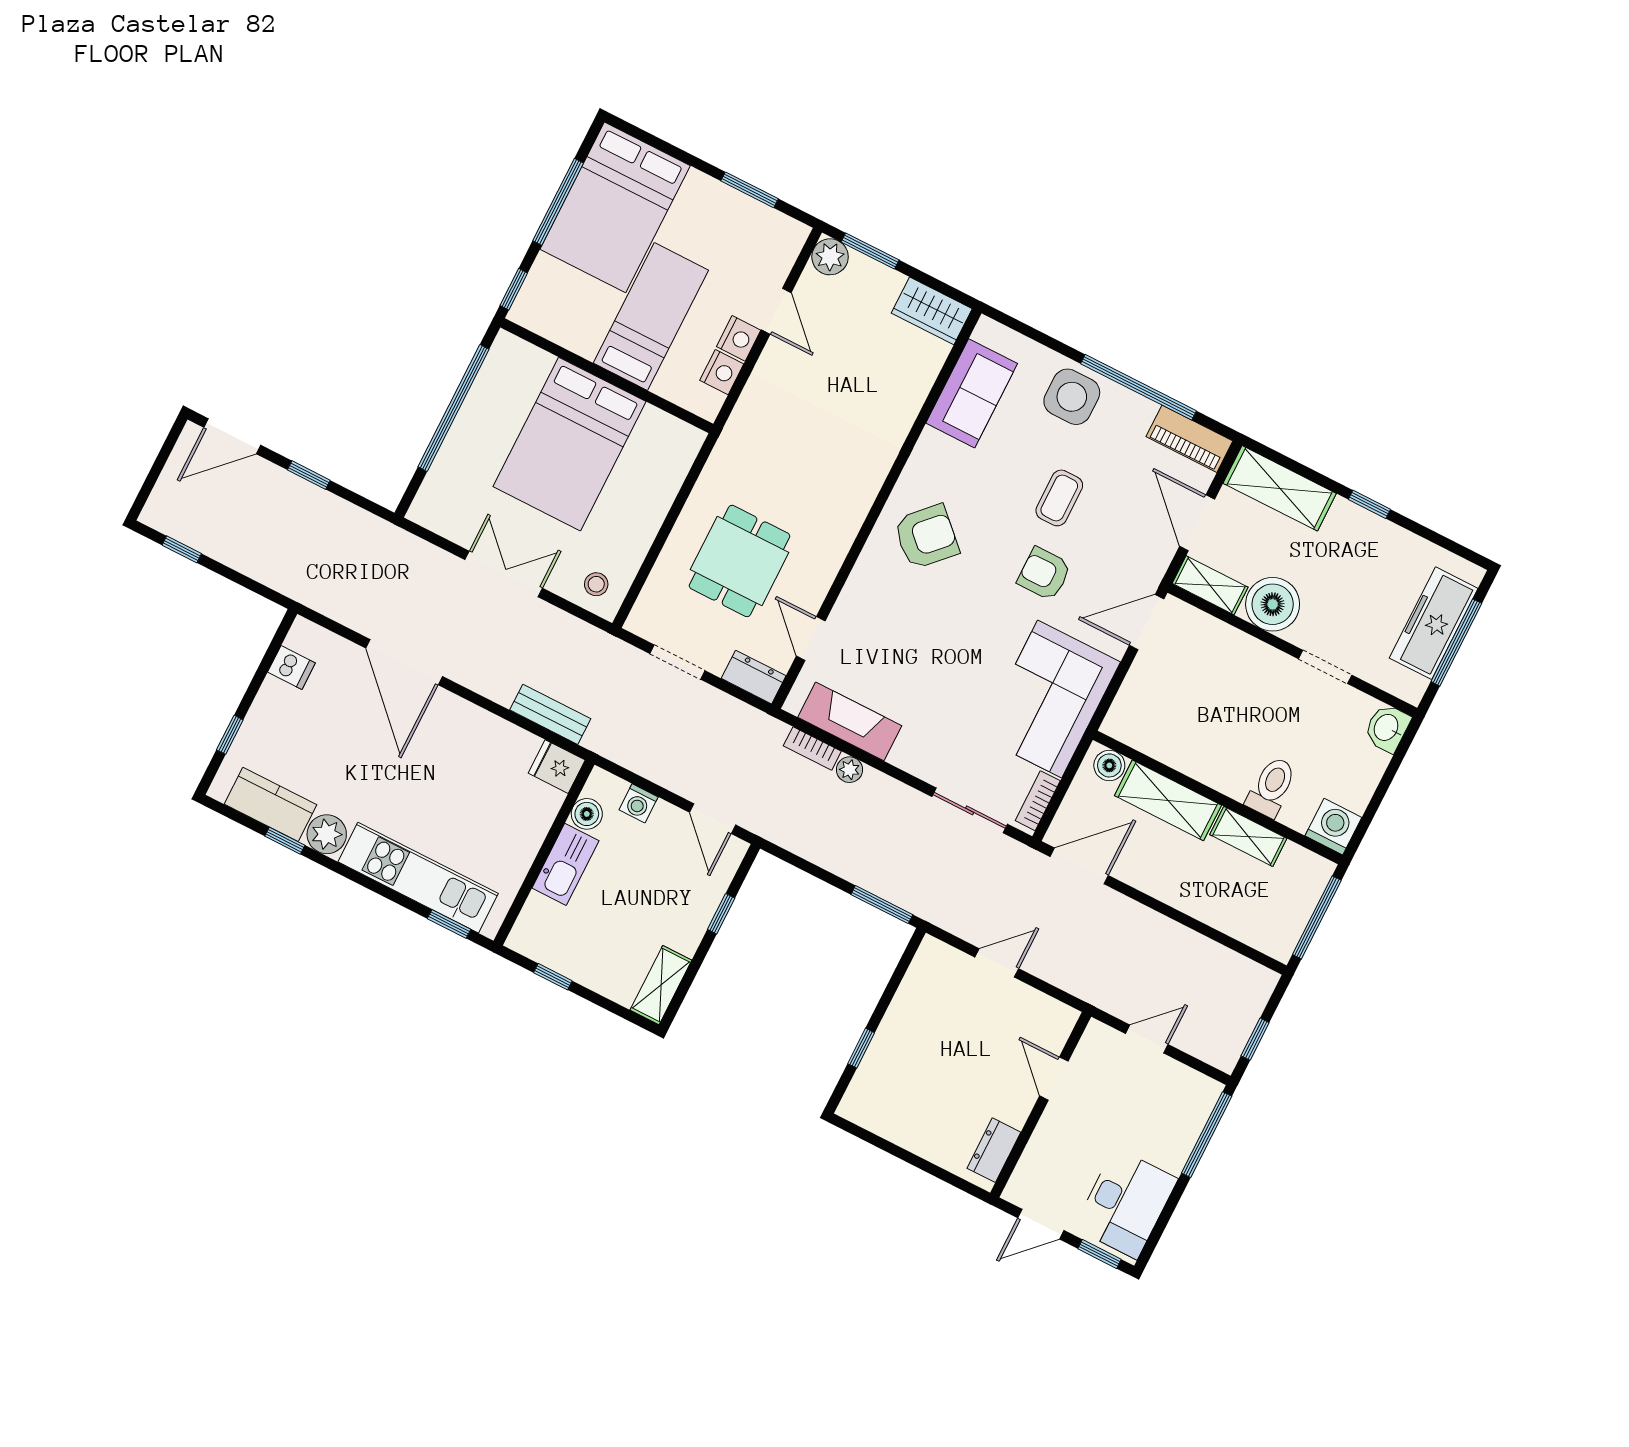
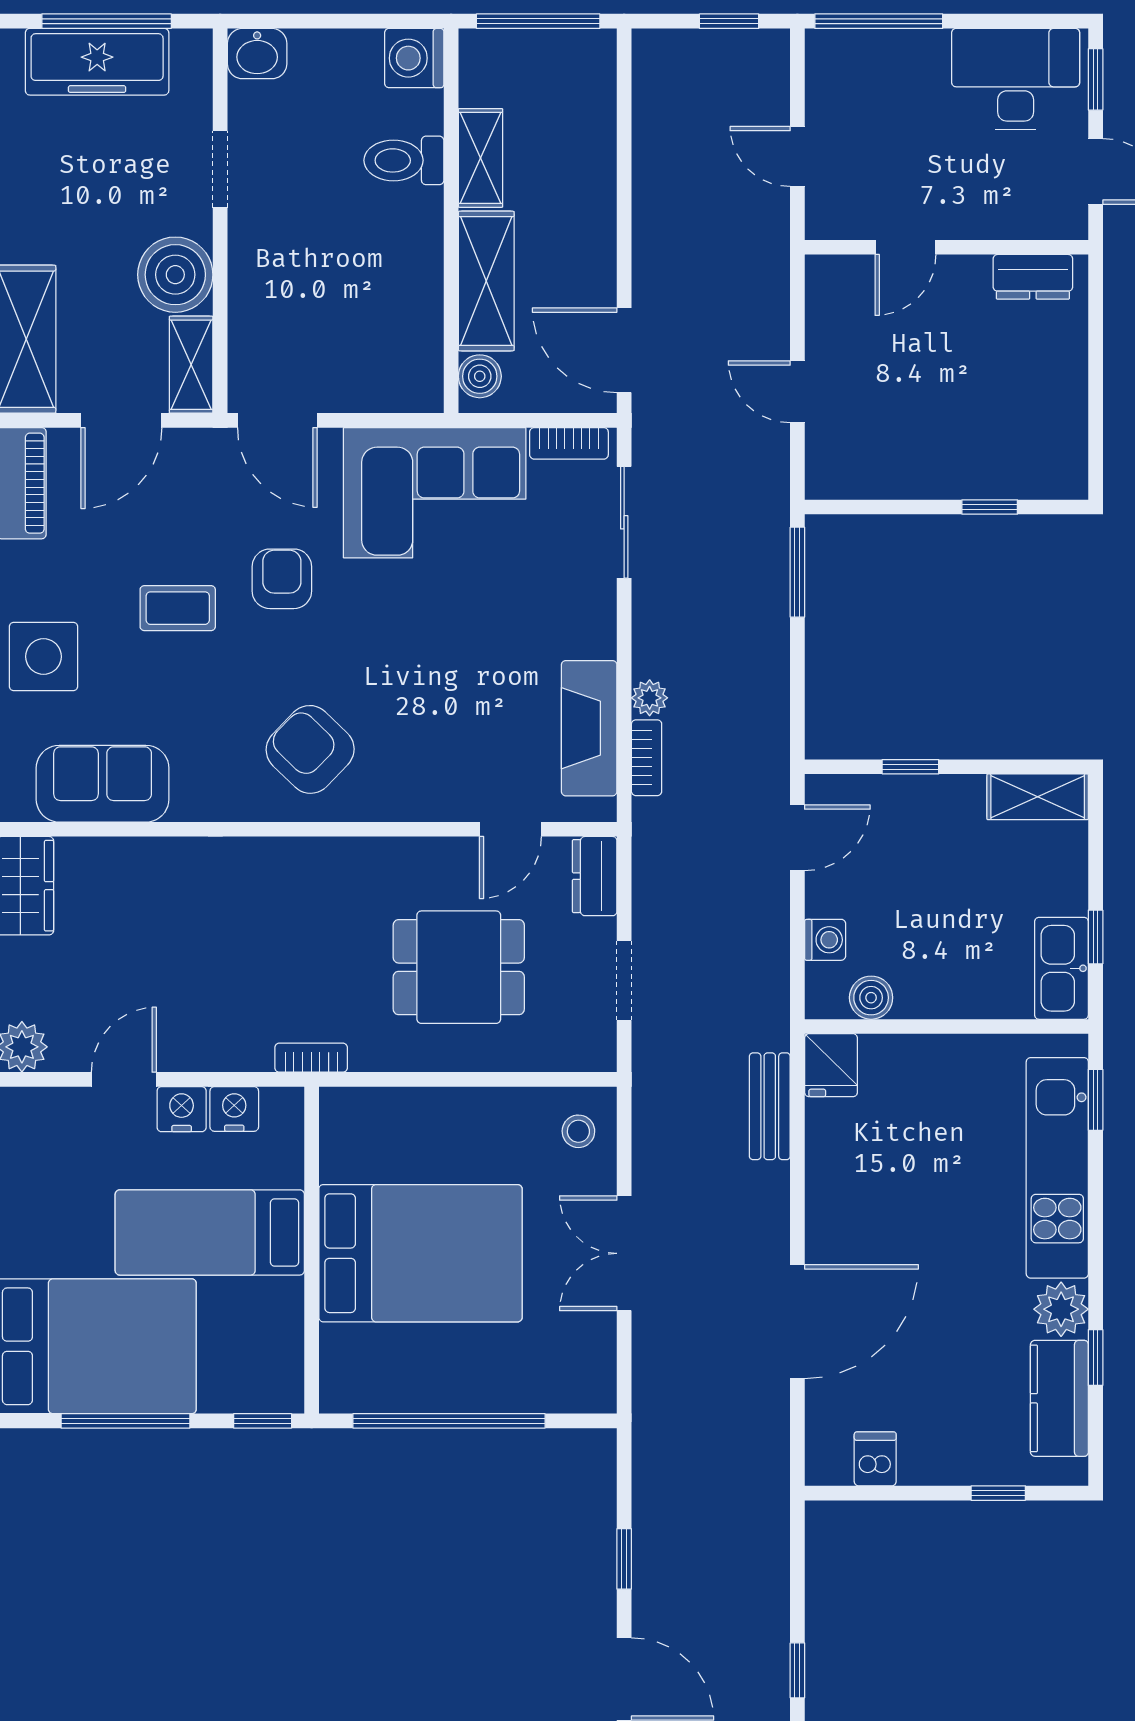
bookcase: (730, 438) -> (311, 1058), added
armchair: (1044, 574) -> (282, 579), turned 180
kitchen sink: (565, 864) -> (1061, 968), moved, turned -90

